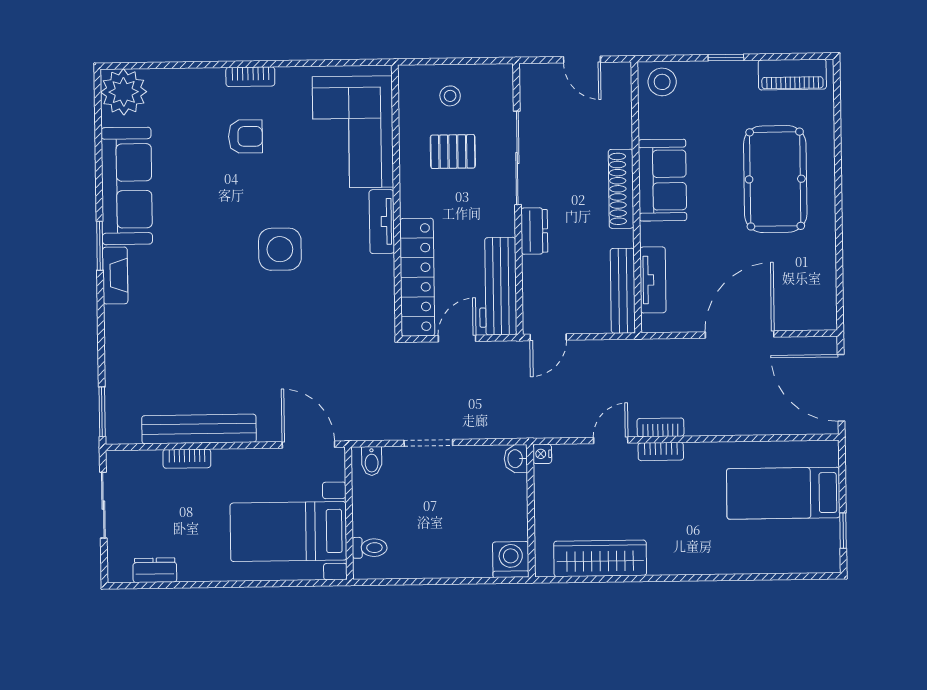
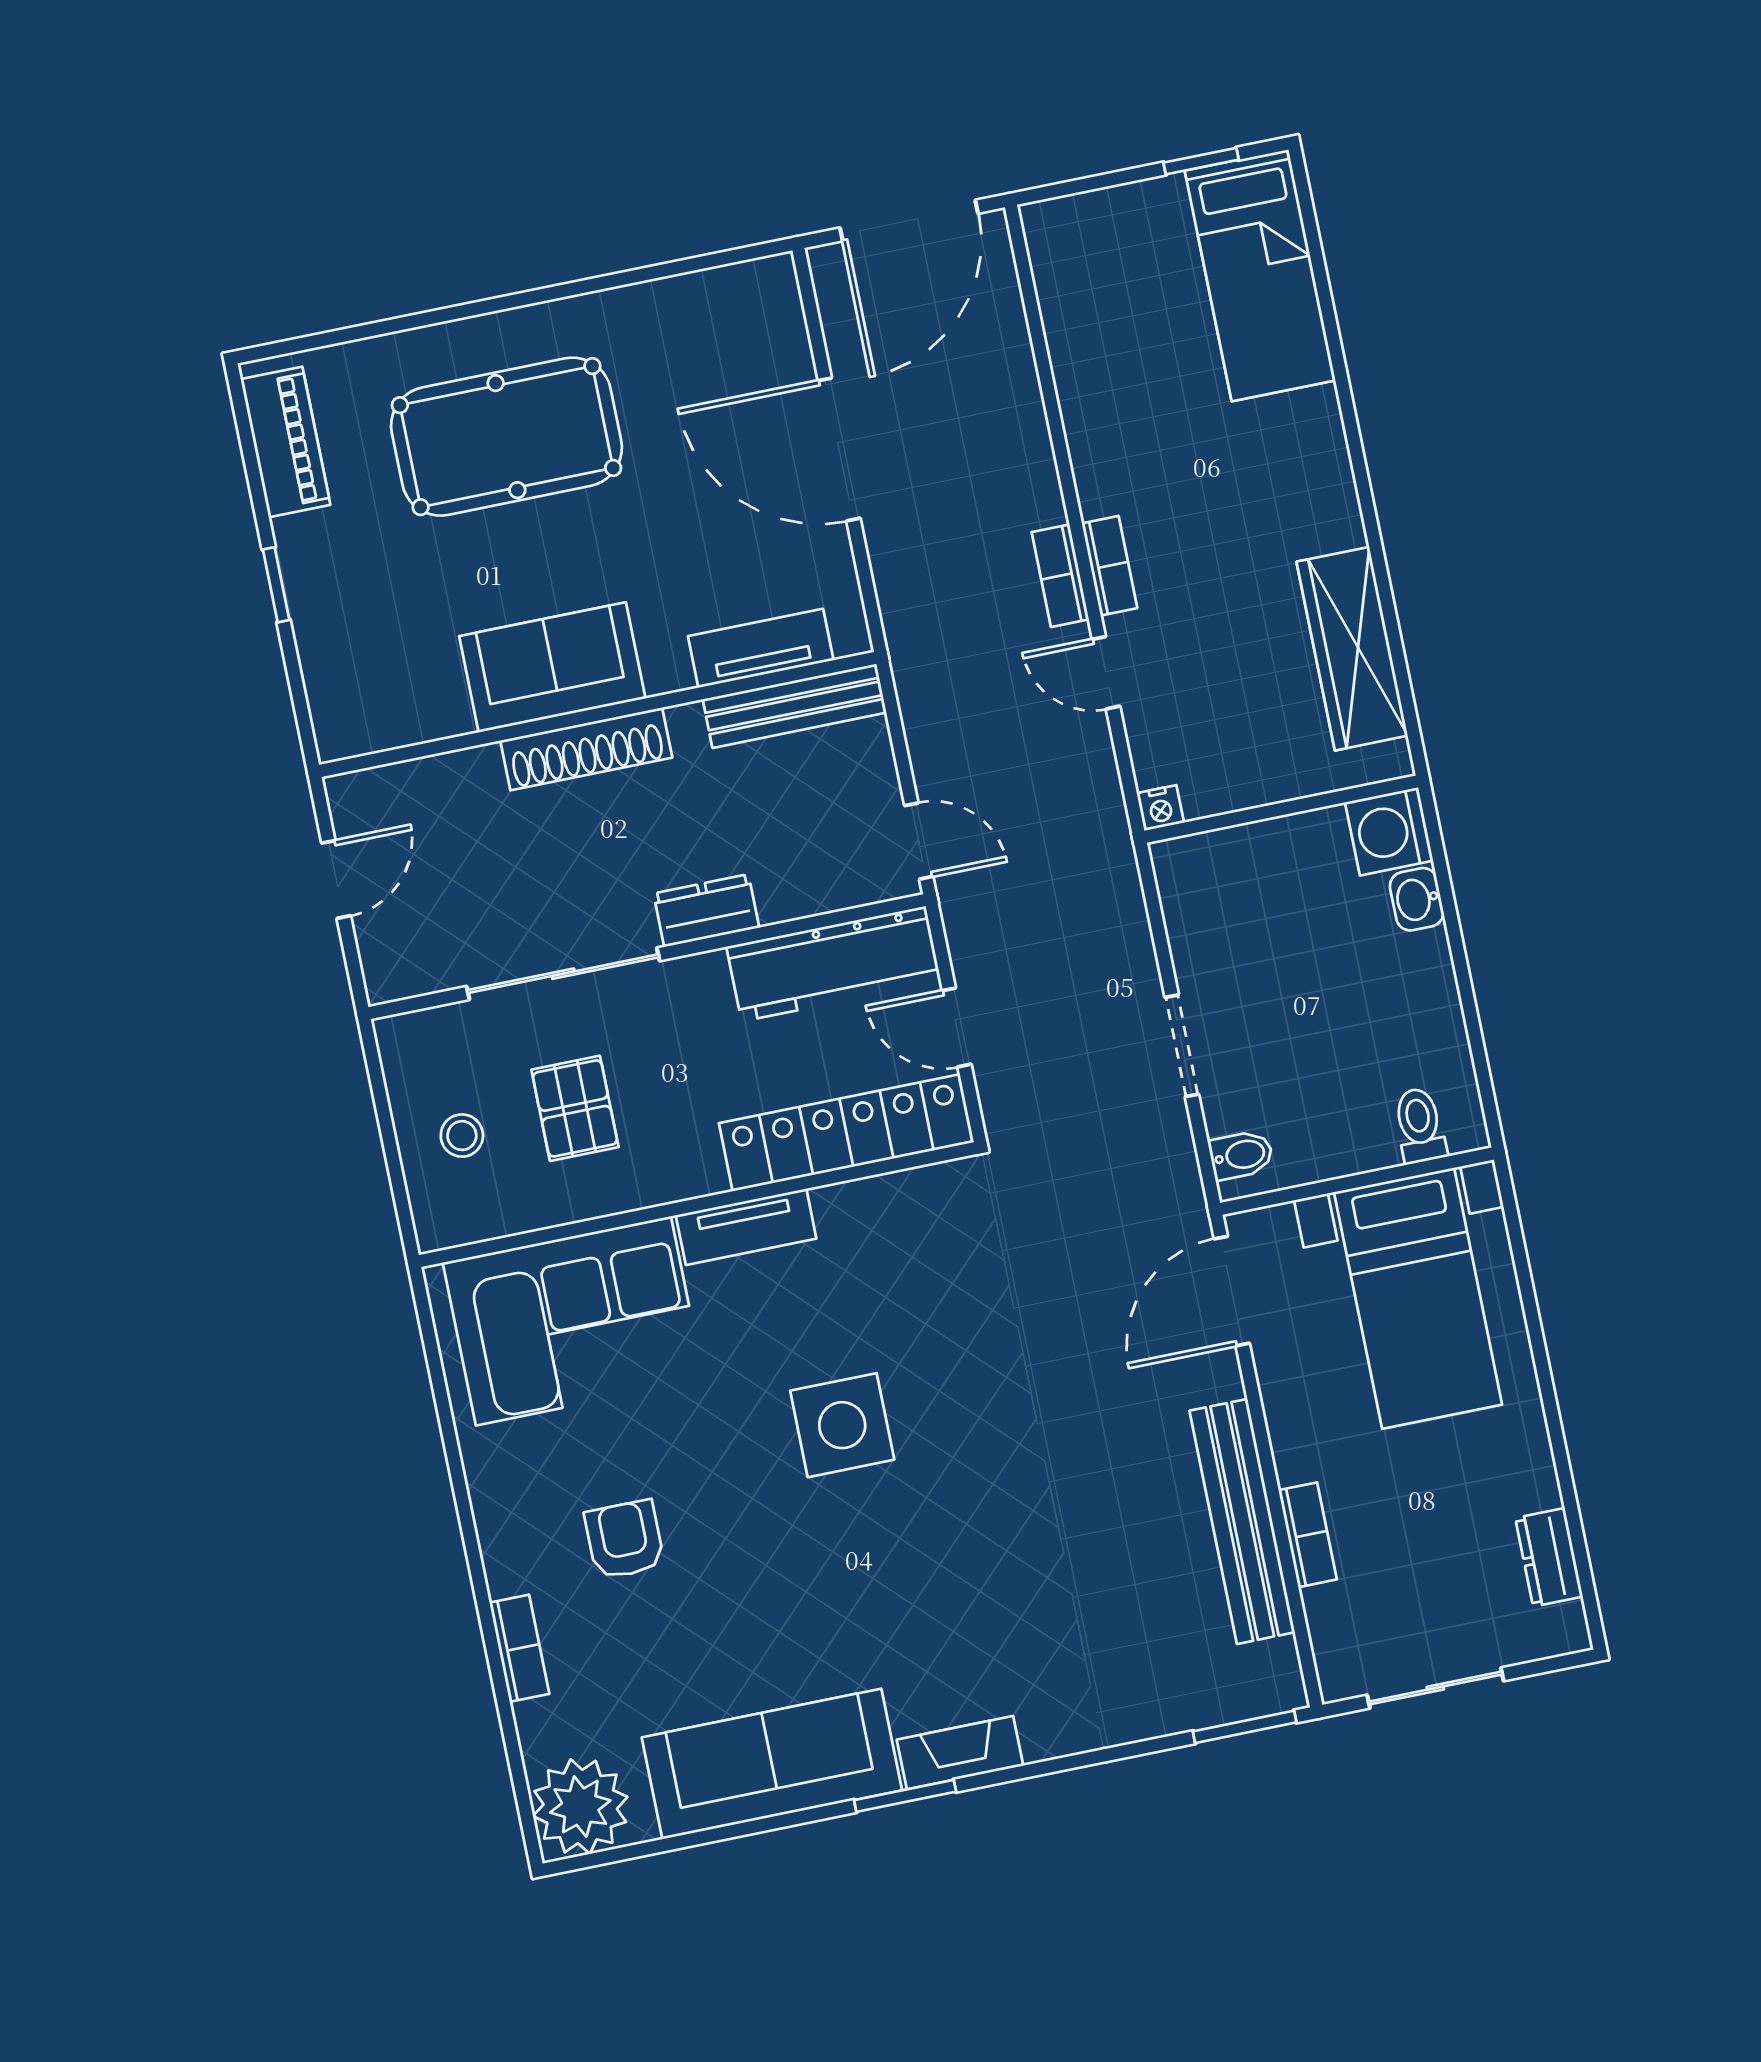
bookcase: (250, 77) -> (519, 1648), moved
stool: (662, 82) -> (351, 706), removed
washbasin: (516, 459) -> (1417, 899), moved, turned 90
bed: (783, 493) -> (1260, 275), moved

